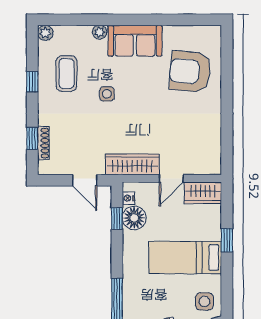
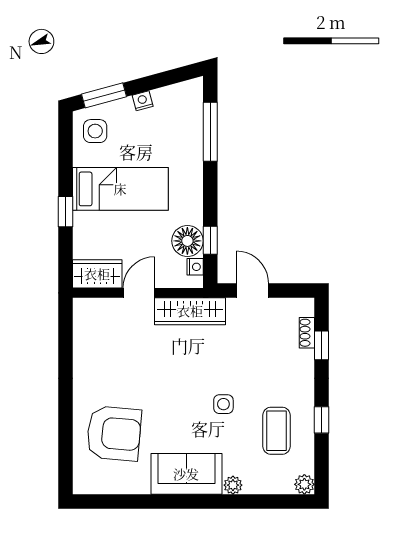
shoe rack: (43, 143) -> (307, 333), width x0.70

